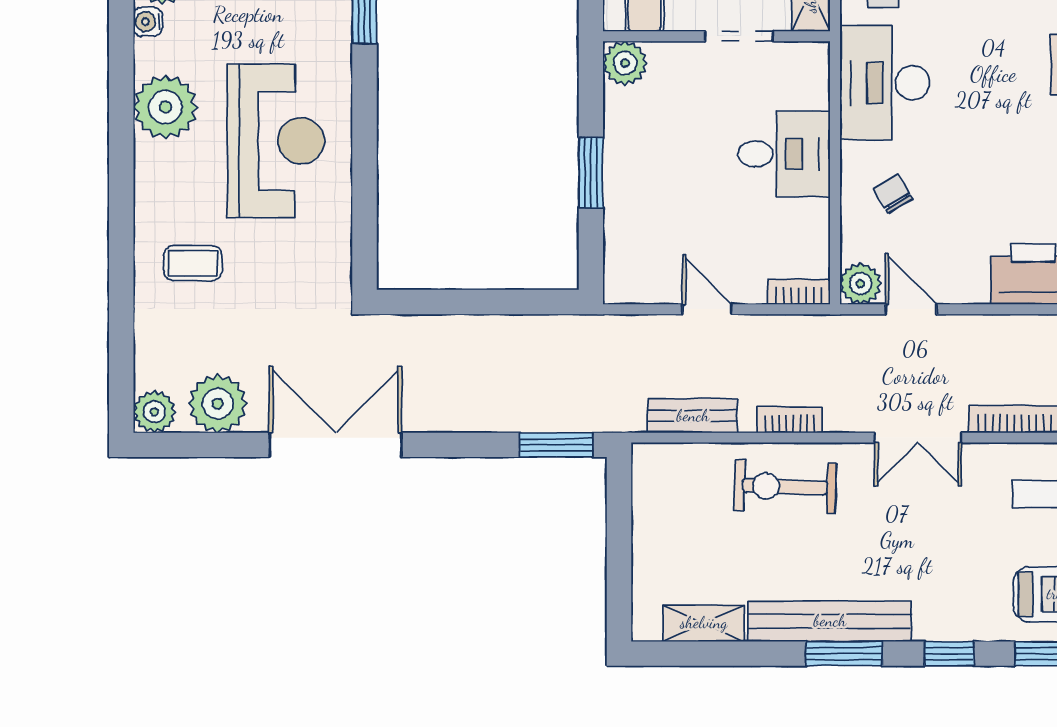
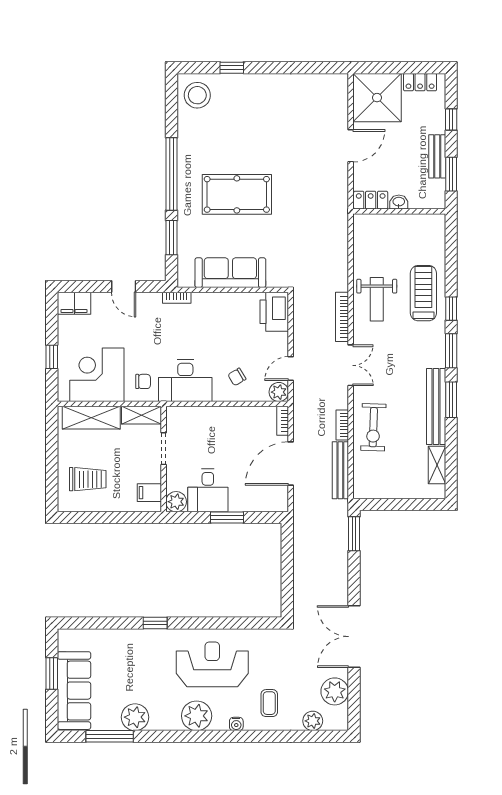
water cooler: (148, 22) -> (236, 724), moved
desk: (784, 154) -> (208, 490), moved, turned 180
door: (707, 309) -> (291, 464), width x1.88
plant: (154, 412) -> (313, 721), moved
bench: (693, 416) -> (340, 470), width x1.36
window: (949, 654) -> (451, 351), width x1.50

